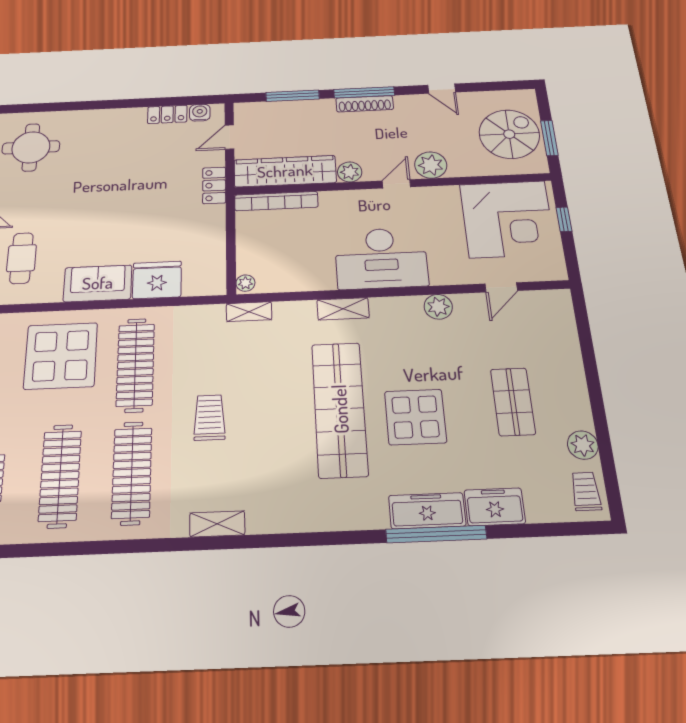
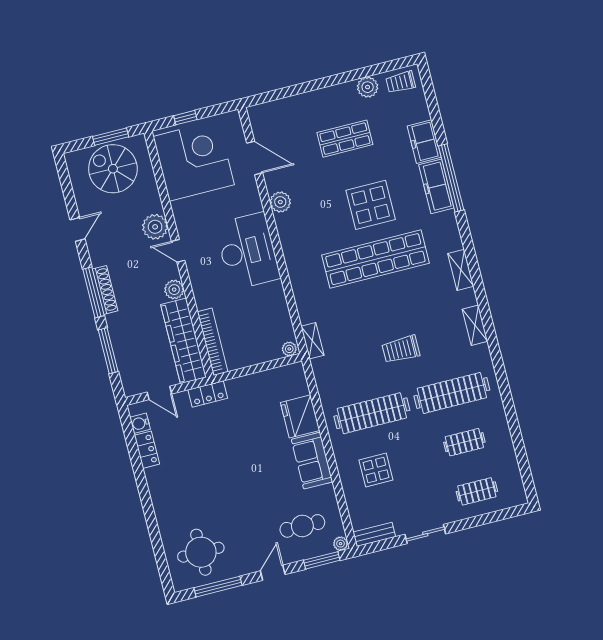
door: (501, 287) -> (255, 158), width x1.38
shelving: (343, 309) -> (461, 270), moved
display table: (61, 356) -> (376, 470), width x0.54, depth x0.54
clothes rail: (60, 476) -> (464, 442), width x0.54, depth x0.76

